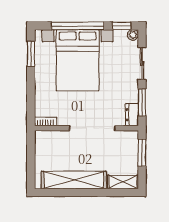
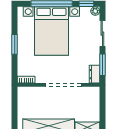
window: (31, 54) -> (15, 44), moved
window: (142, 153) -> (102, 104), removed

